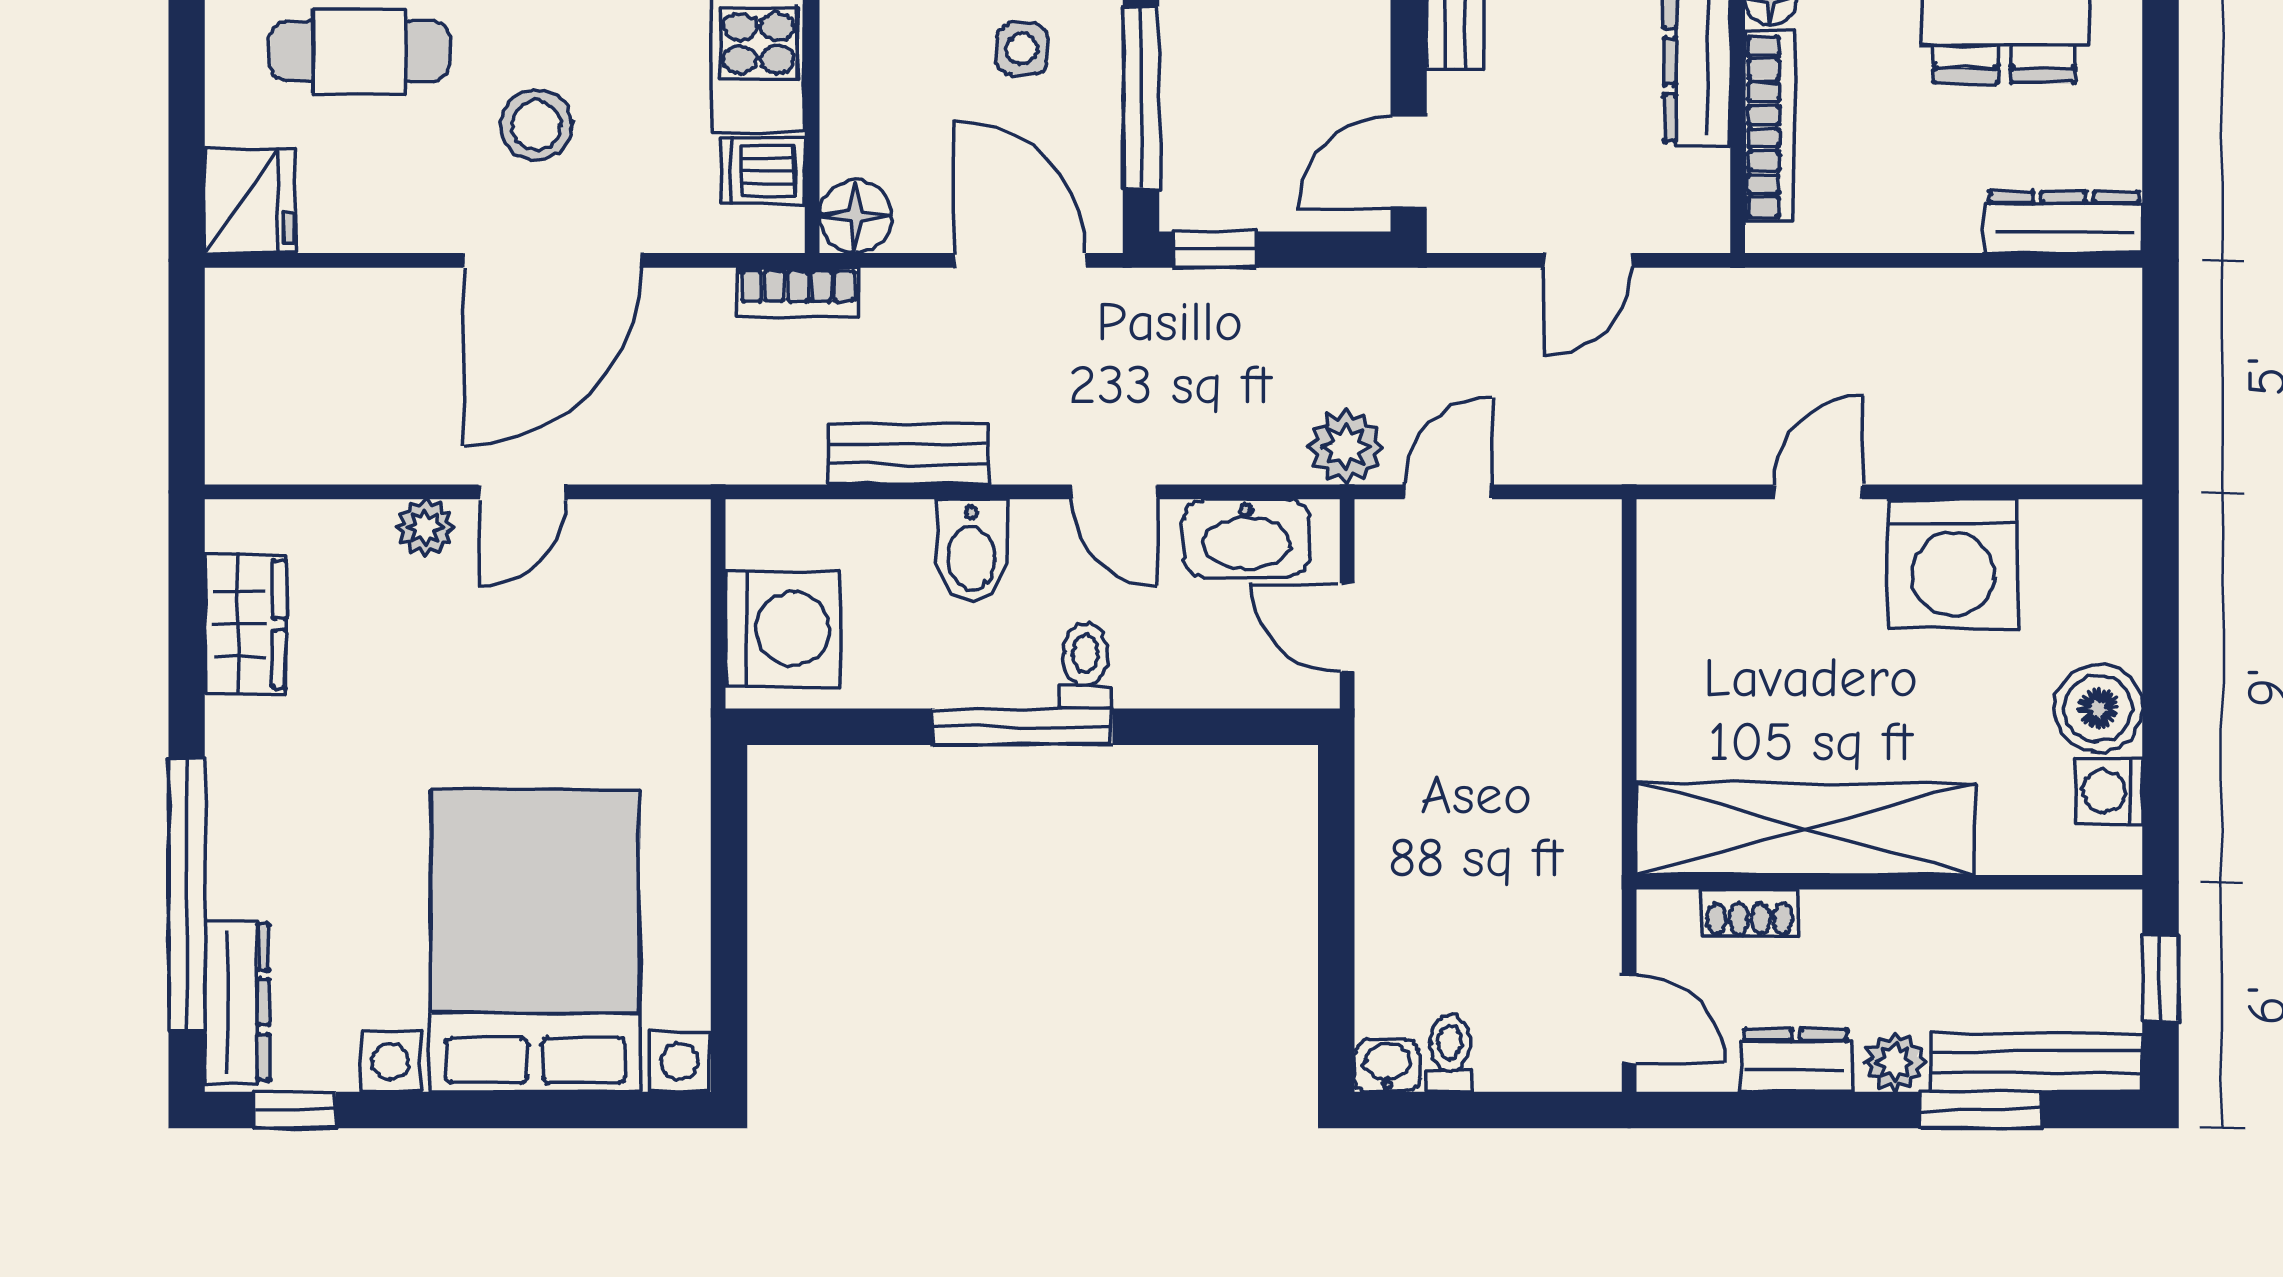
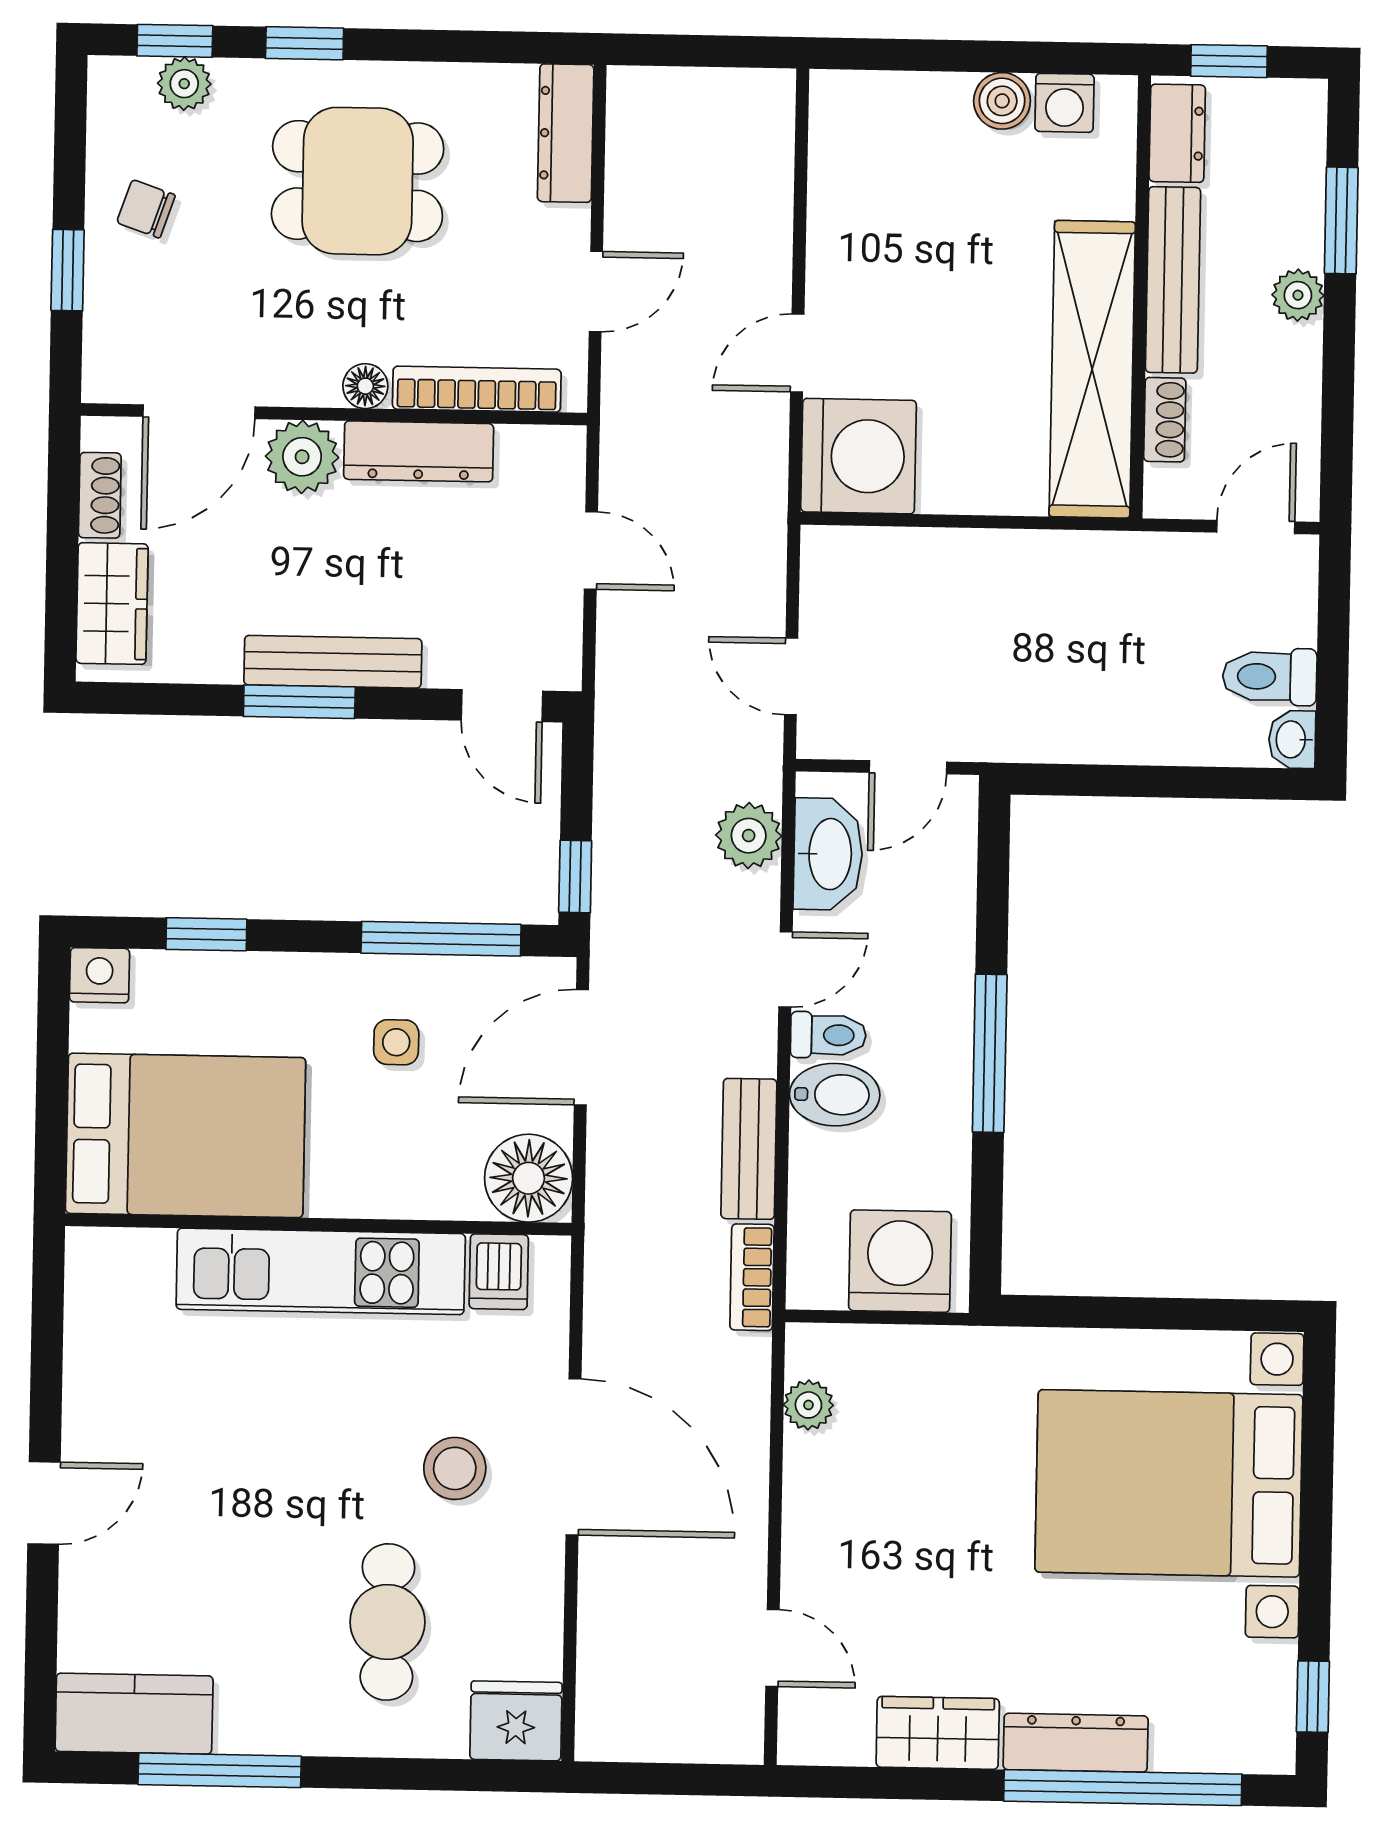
floor lamp: (856, 217) -> (529, 1178), width x1.38, depth x1.38
door: (1883, 260) -> (596, 292), added
bookcase: (798, 292) -> (752, 1277), moved, turned 180
plant: (1346, 447) -> (749, 836), moved
door: (522, 492) -> (772, 1648), moved
door: (1818, 492) -> (797, 353), hinge flipped
plant: (425, 528) -> (808, 1405), moved
washing machine: (1953, 564) -> (859, 456), moved
wardrobe: (245, 624) -> (938, 1733), moved
toilet: (1085, 666) -> (828, 1035), moved, turned 180
boiler: (2098, 708) -> (1002, 101), width x0.73, depth x0.73
dresser: (237, 1002) -> (1076, 1743), moved
toilet: (1450, 1053) -> (1270, 677), width x1.37, depth x1.39
dresser: (1796, 1061) -> (1177, 133), moved, turned 180
bench: (2036, 1062) -> (1173, 280), moved

